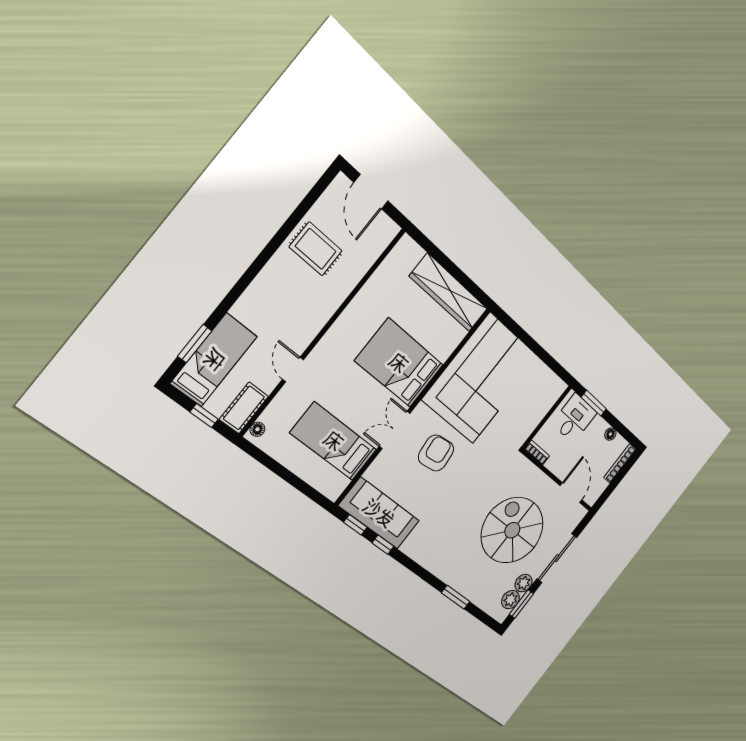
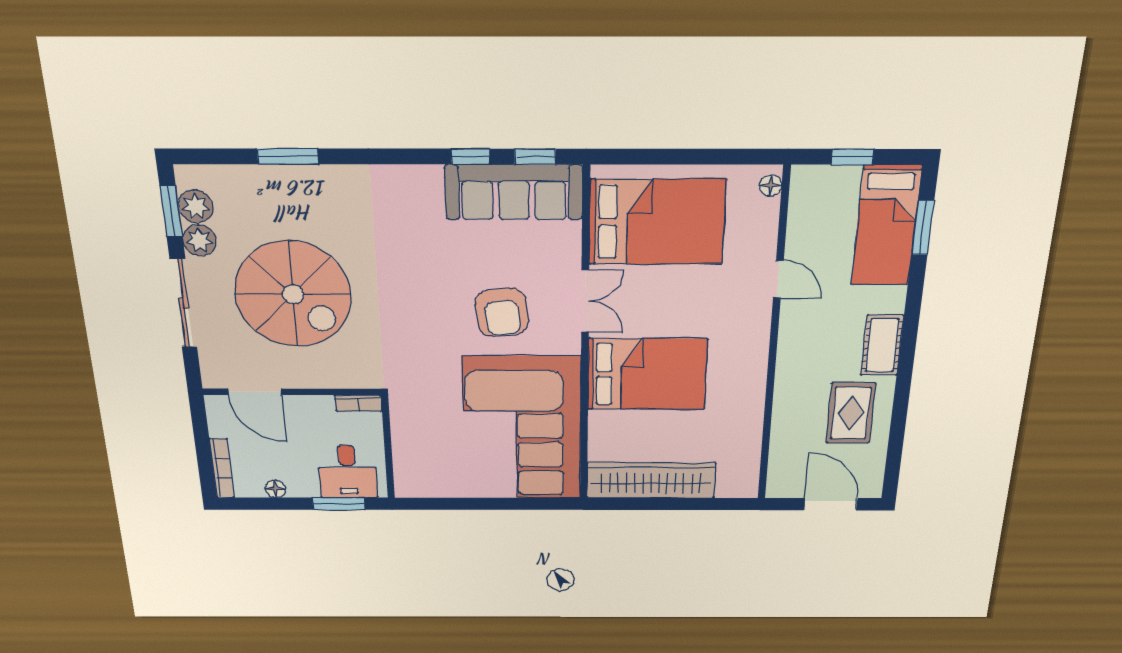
rug: (316, 249) -> (851, 413), turned 90
cot: (244, 408) -> (882, 345), moved
bed: (334, 441) -> (657, 222), width x1.50

